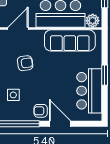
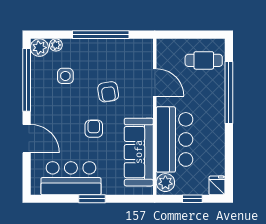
armchair: (41, 111) -> (94, 129), moved
door: (60, 124) -> (27, 139), hinge flipped

